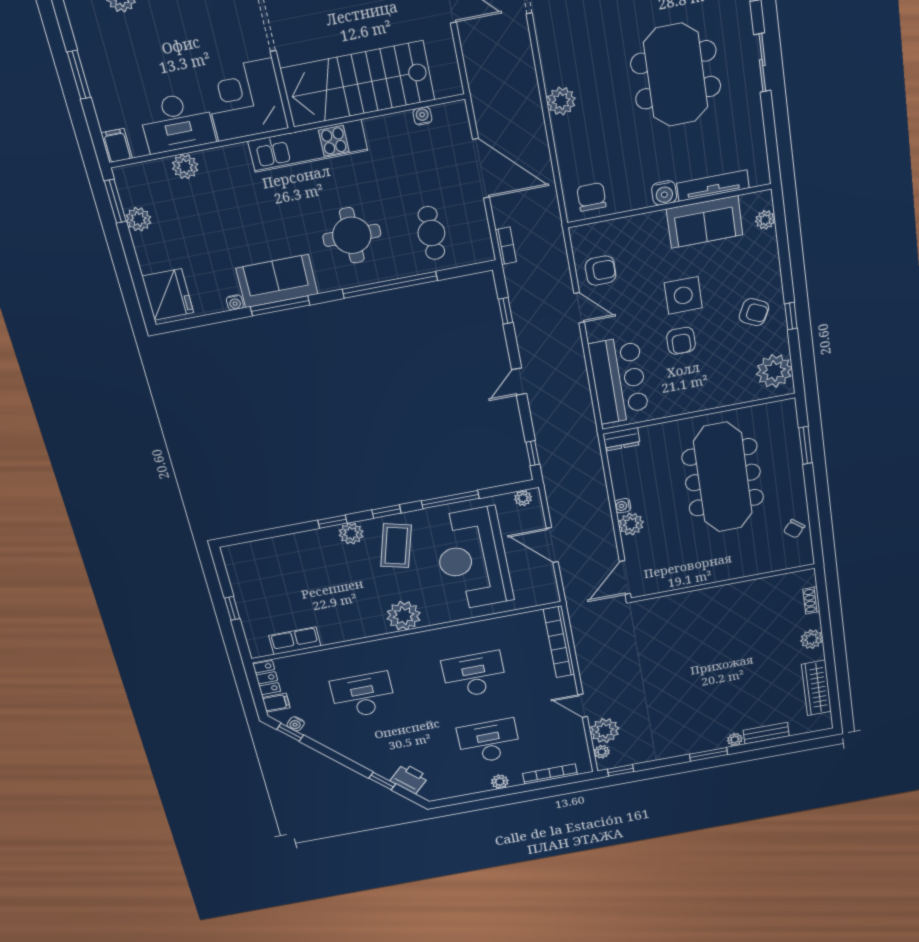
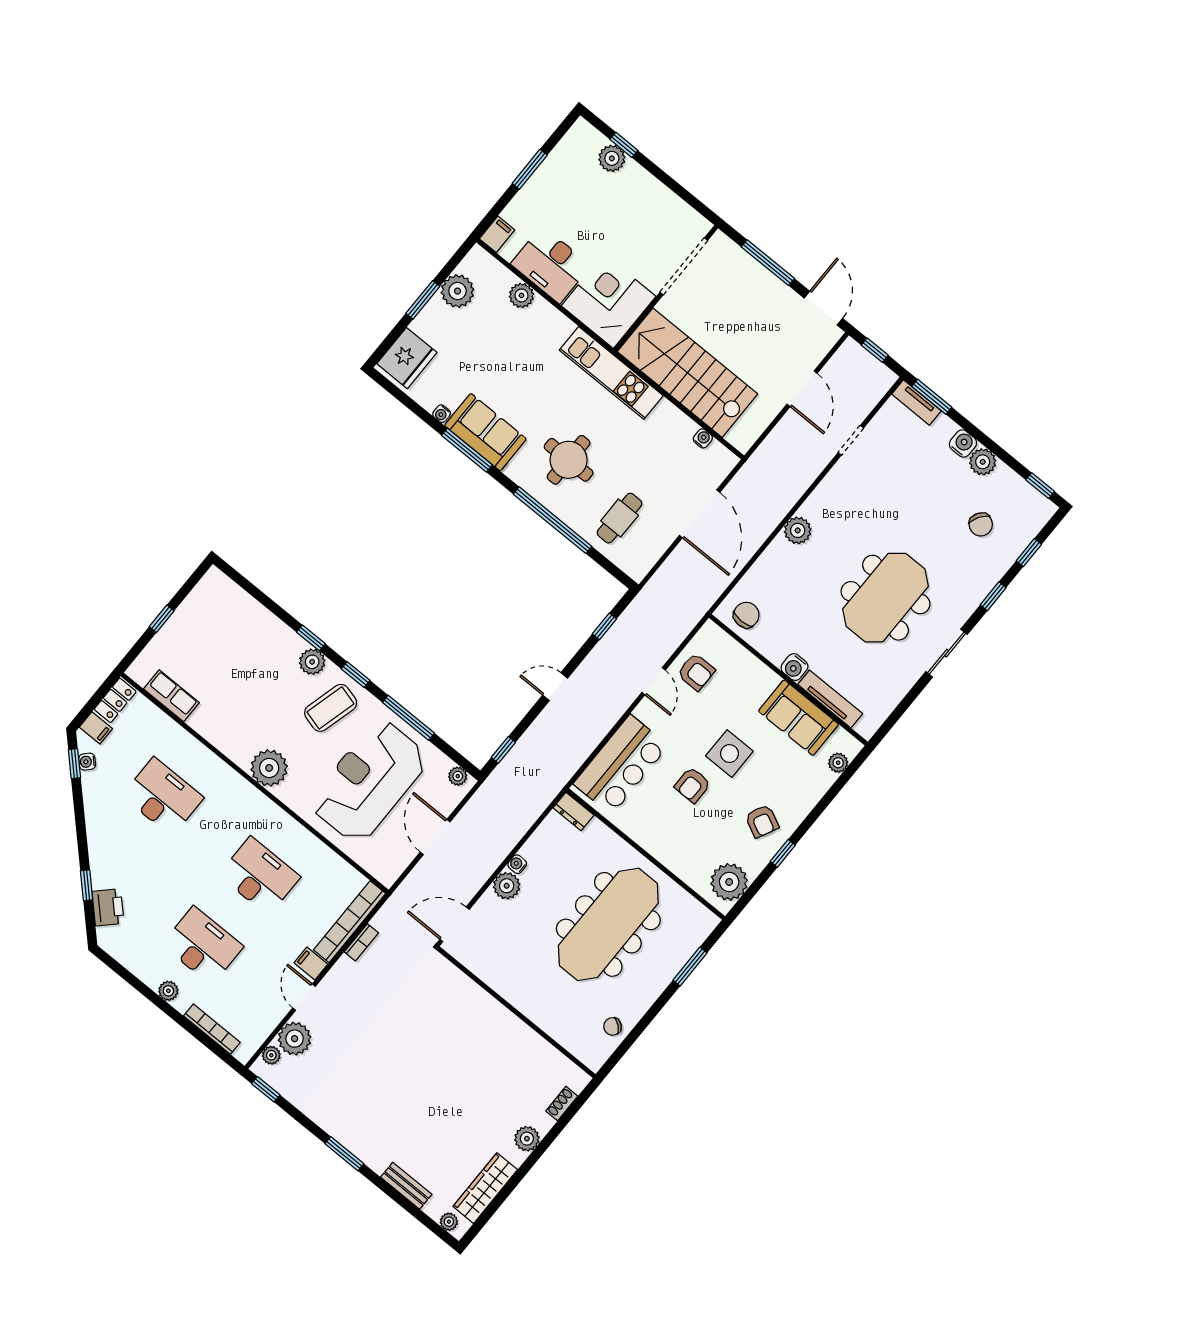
window: (115, 201) -> (423, 300), moved
plant: (138, 219) -> (457, 291), width x1.36, depth x1.36
bookcase: (506, 246) -> (361, 942), moved
filing cabinet: (564, 686) -> (311, 964), added
plant: (735, 740) -> (449, 1222), moved

